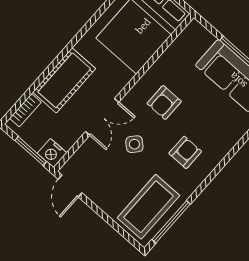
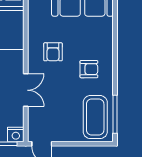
side table: (134, 144) -> (57, 89), removed
armchair: (185, 152) -> (89, 69), turned 90

